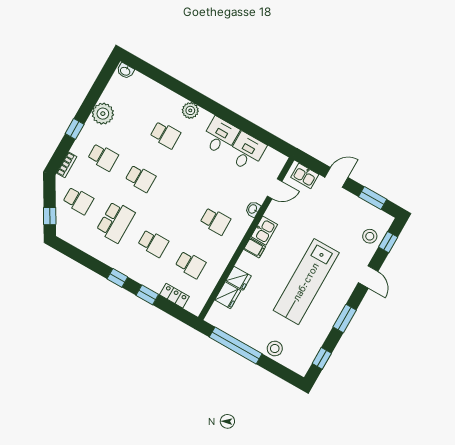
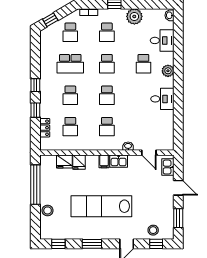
desk: (247, 152) -> (162, 40), moved
school desk: (178, 200) -> (107, 95), added

